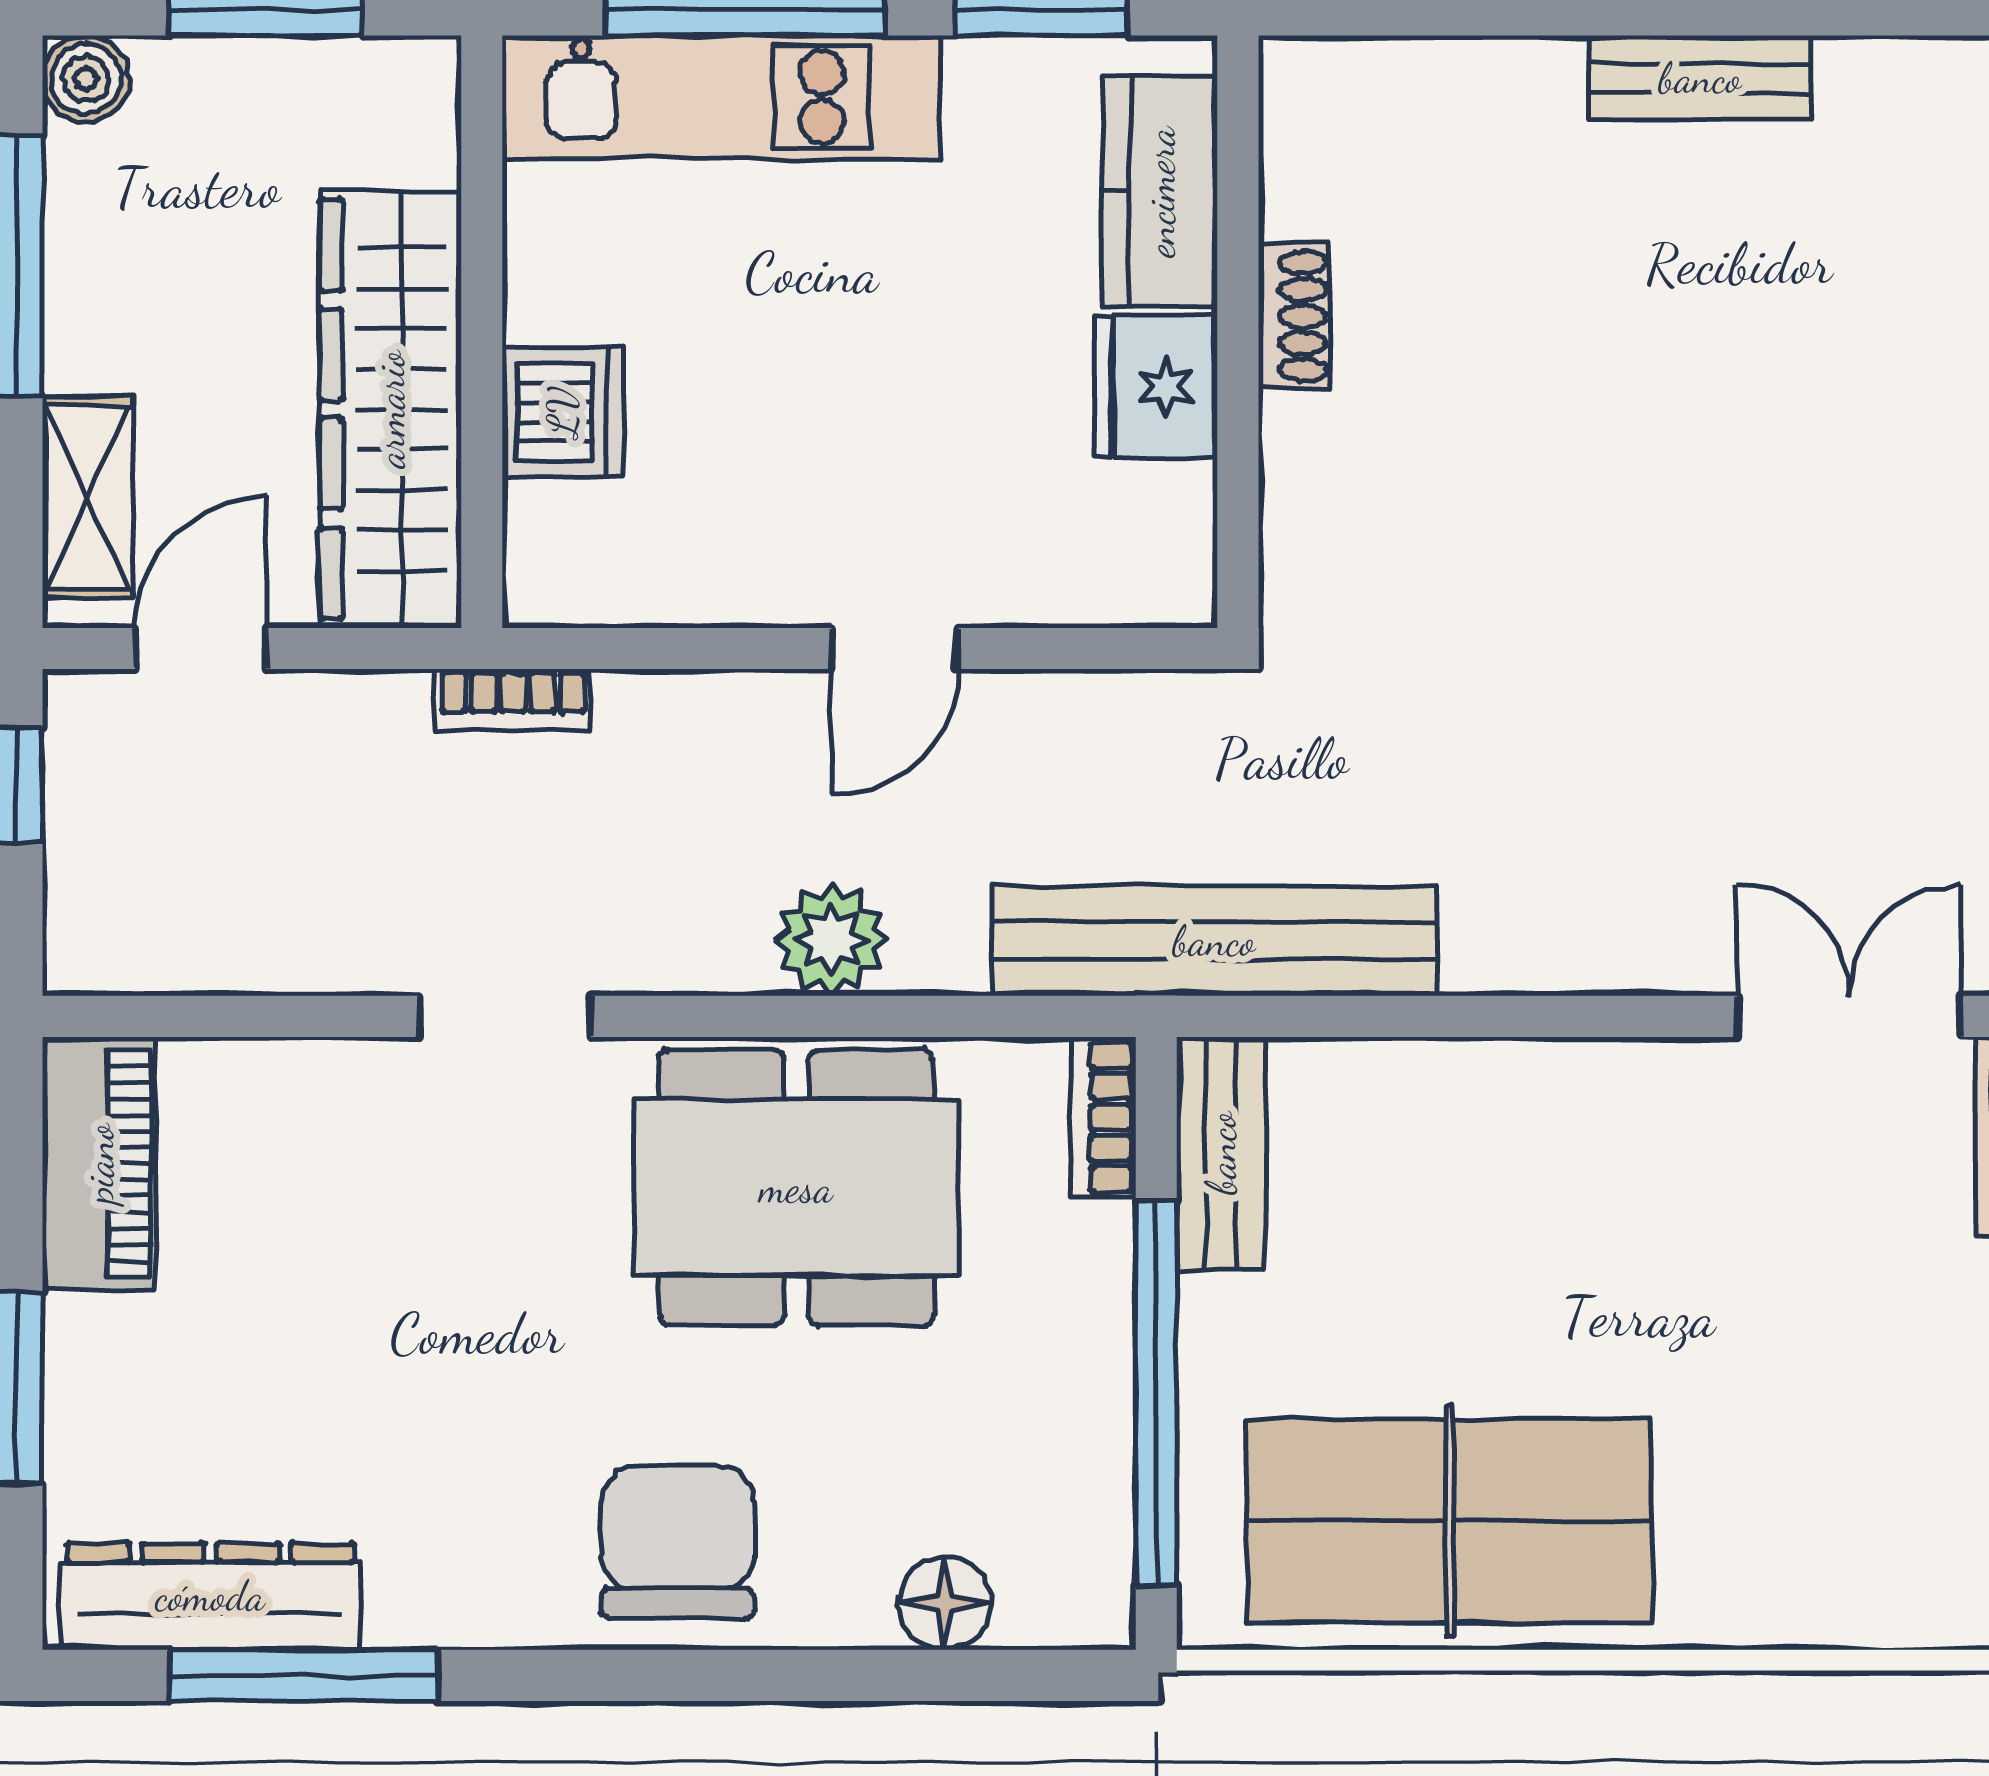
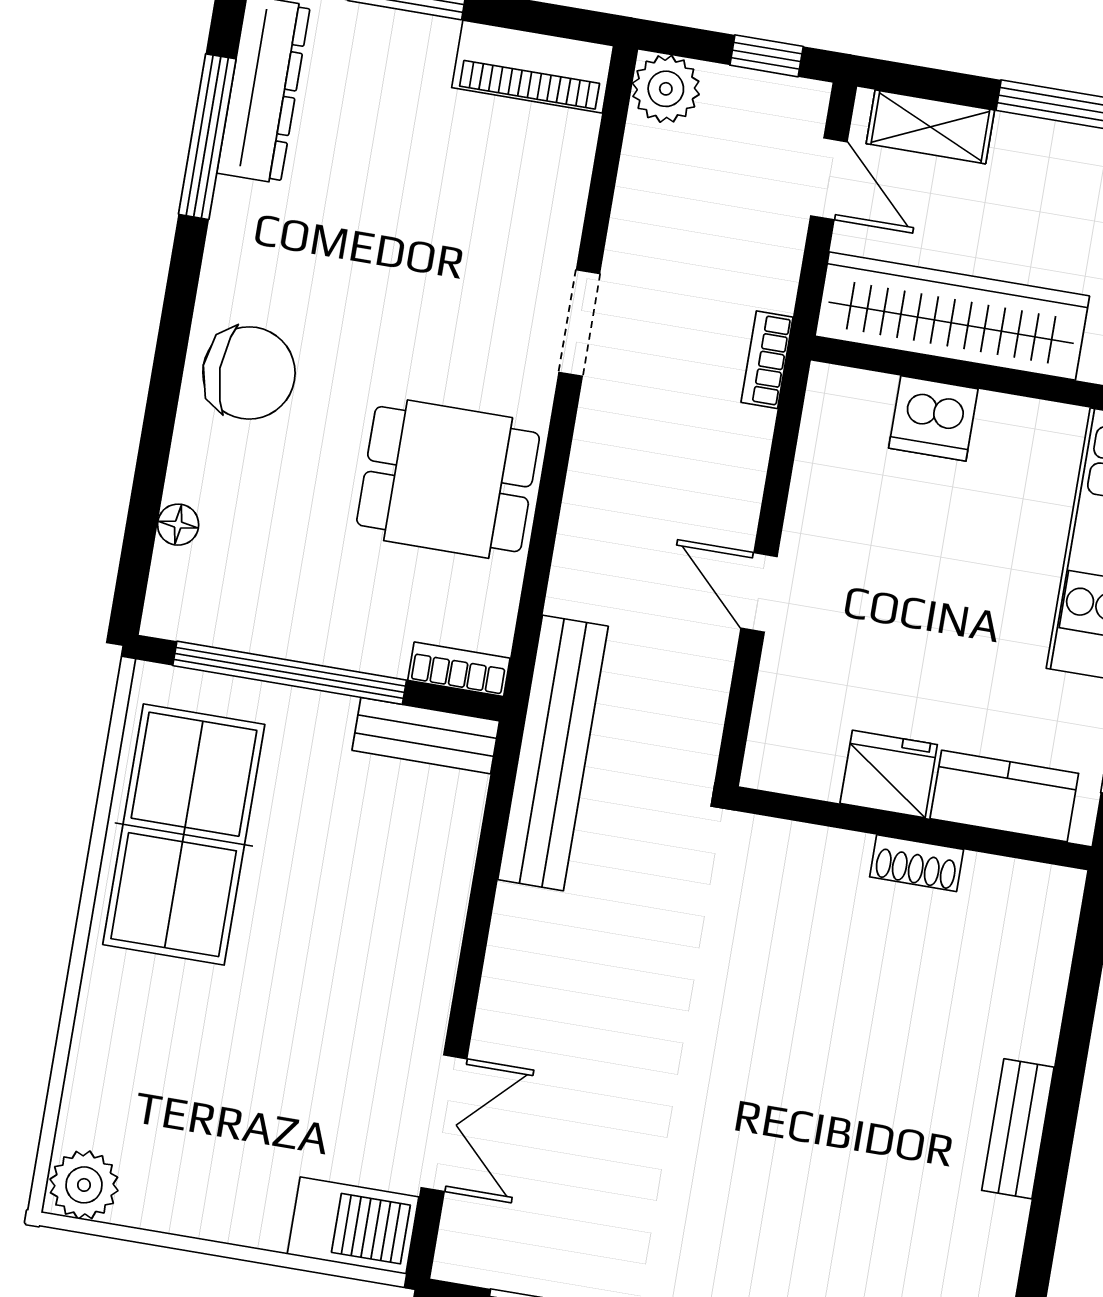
plant: (831, 940) -> (666, 89), moved
dining table: (796, 1188) -> (448, 479), width x0.73
floor lamp: (945, 1603) -> (178, 525), width x0.73, depth x0.73

